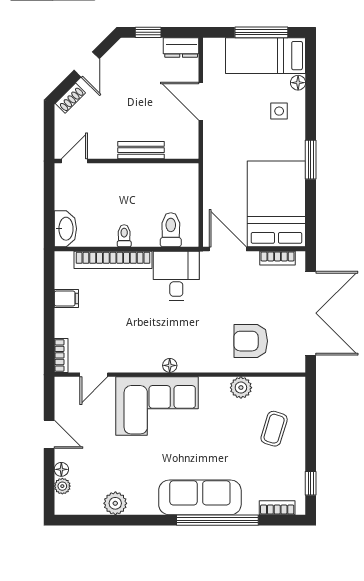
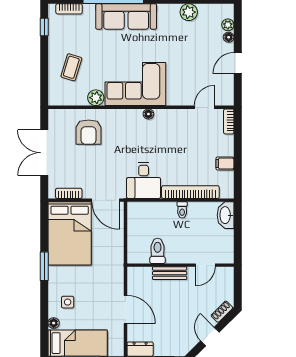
door: (74, 161) -> (205, 265), moved
toilet: (171, 230) -> (158, 251), moved, turned 180
double door: (311, 313) -> (44, 153), width x0.73
armchair: (251, 341) -> (89, 132), turned 90
corner sofa: (157, 406) -> (135, 84), moved
door: (49, 434) -> (238, 63), hinge flipped

